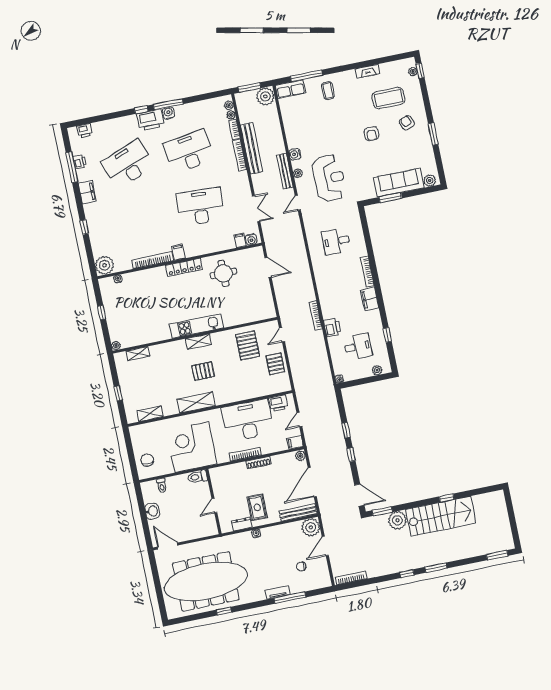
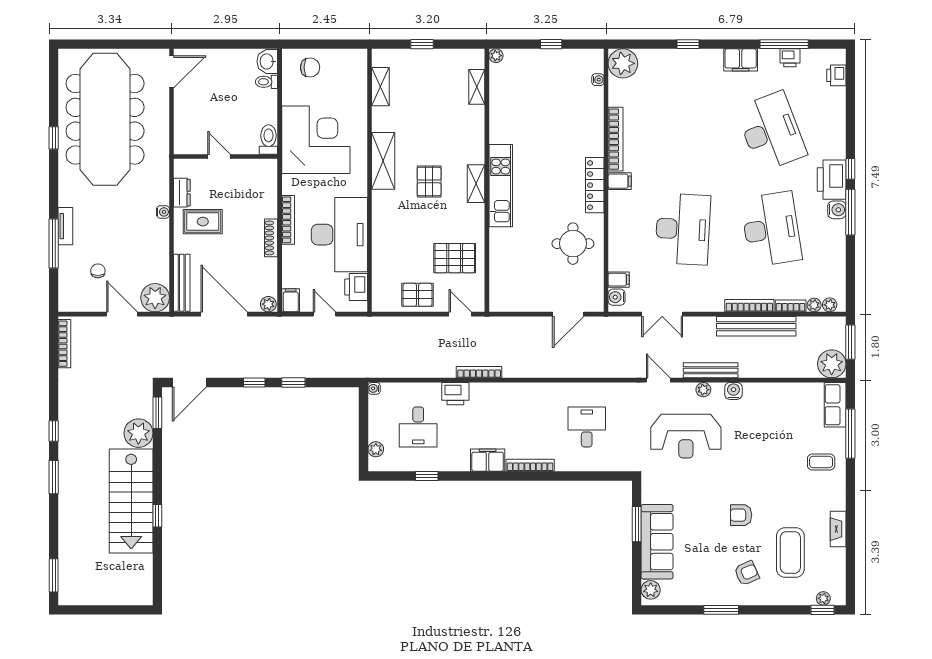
washbasin: (152, 511) -> (267, 61), moved, turned 90

